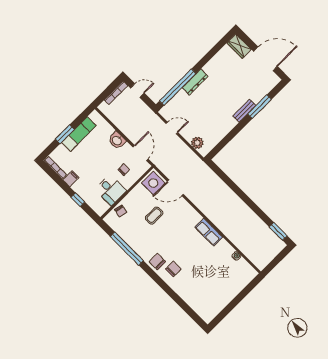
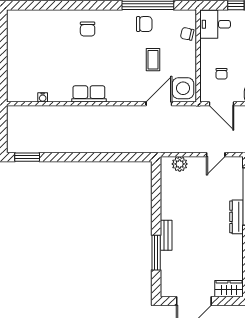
desk: (111, 190) -> (215, 24), moved
chair: (157, 262) -> (144, 24), moved

